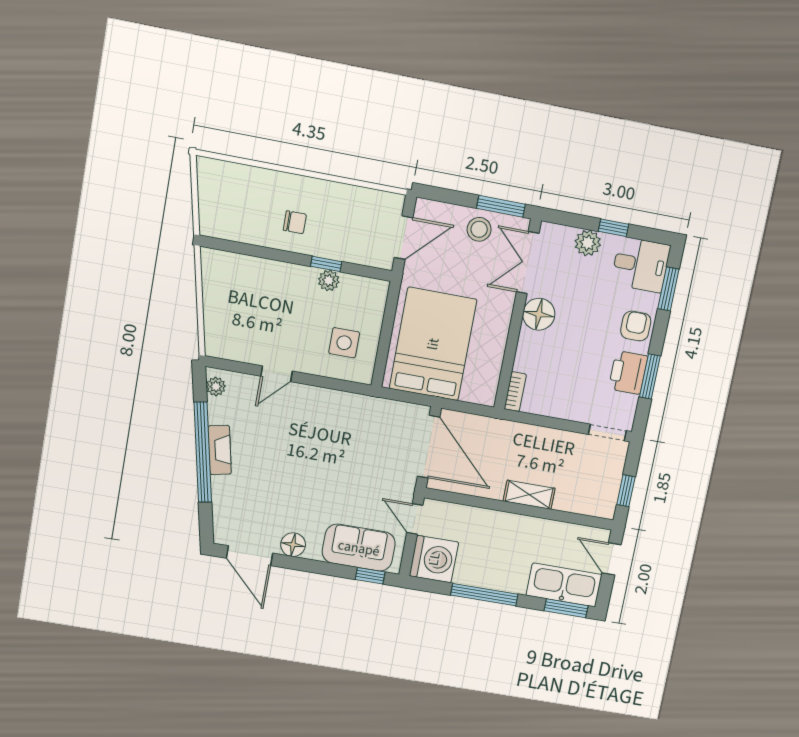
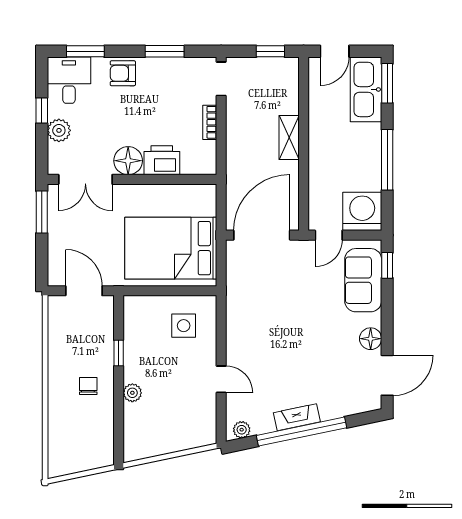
stool: (479, 229) -> (65, 227), removed
plant: (329, 280) -> (132, 393), moved
printer: (628, 372) -> (162, 160), moved, turned 180
bookcase: (515, 392) -> (210, 122), moved, turned -90

